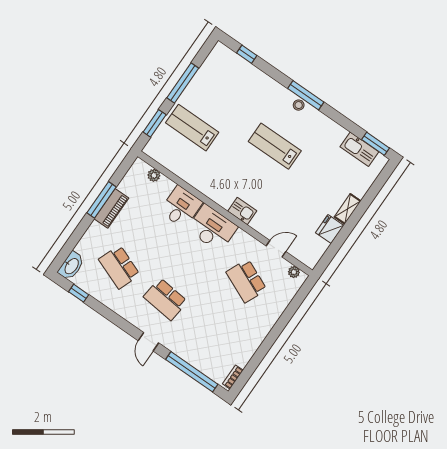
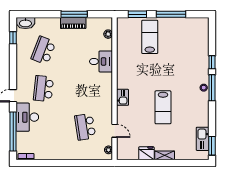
window: (247, 54) -> (212, 62), moved
lab bench: (275, 146) -> (163, 107), moved, turned 180
desk: (212, 228) -> (27, 117), moved, turned 180
school desk: (246, 281) -> (85, 127), turned -33

